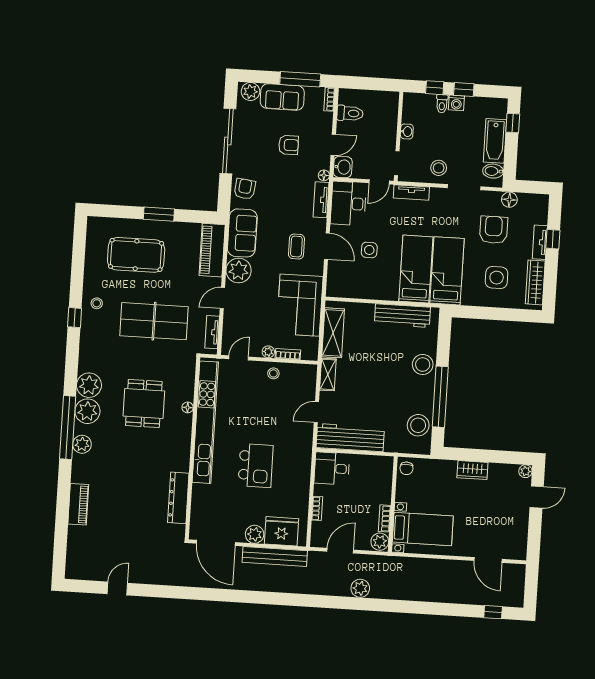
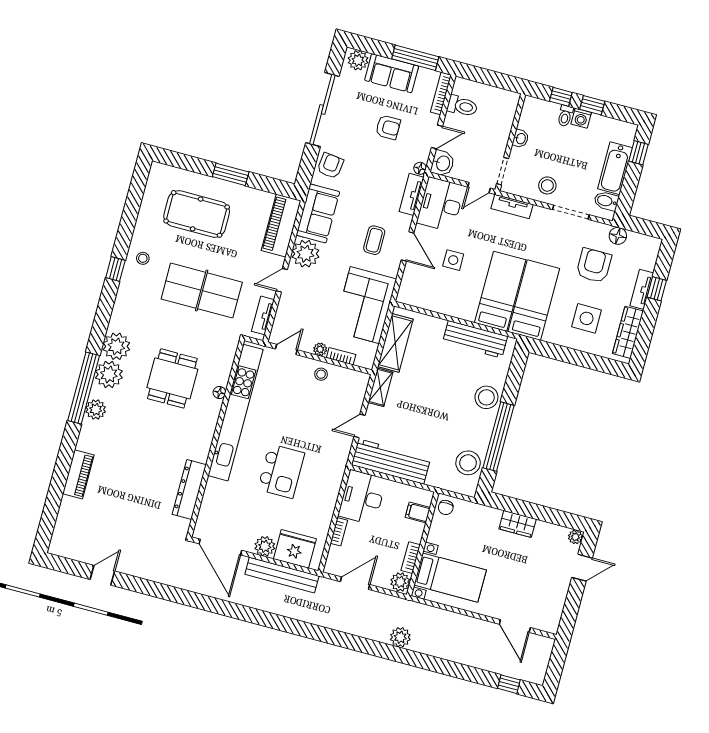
bookcase: (329, 99) -> (441, 93), width x1.56
desk: (332, 468) -> (362, 497), width x1.37
filing cabinet: (383, 478) -> (418, 512), added
plant: (360, 588) -> (400, 637), moved

